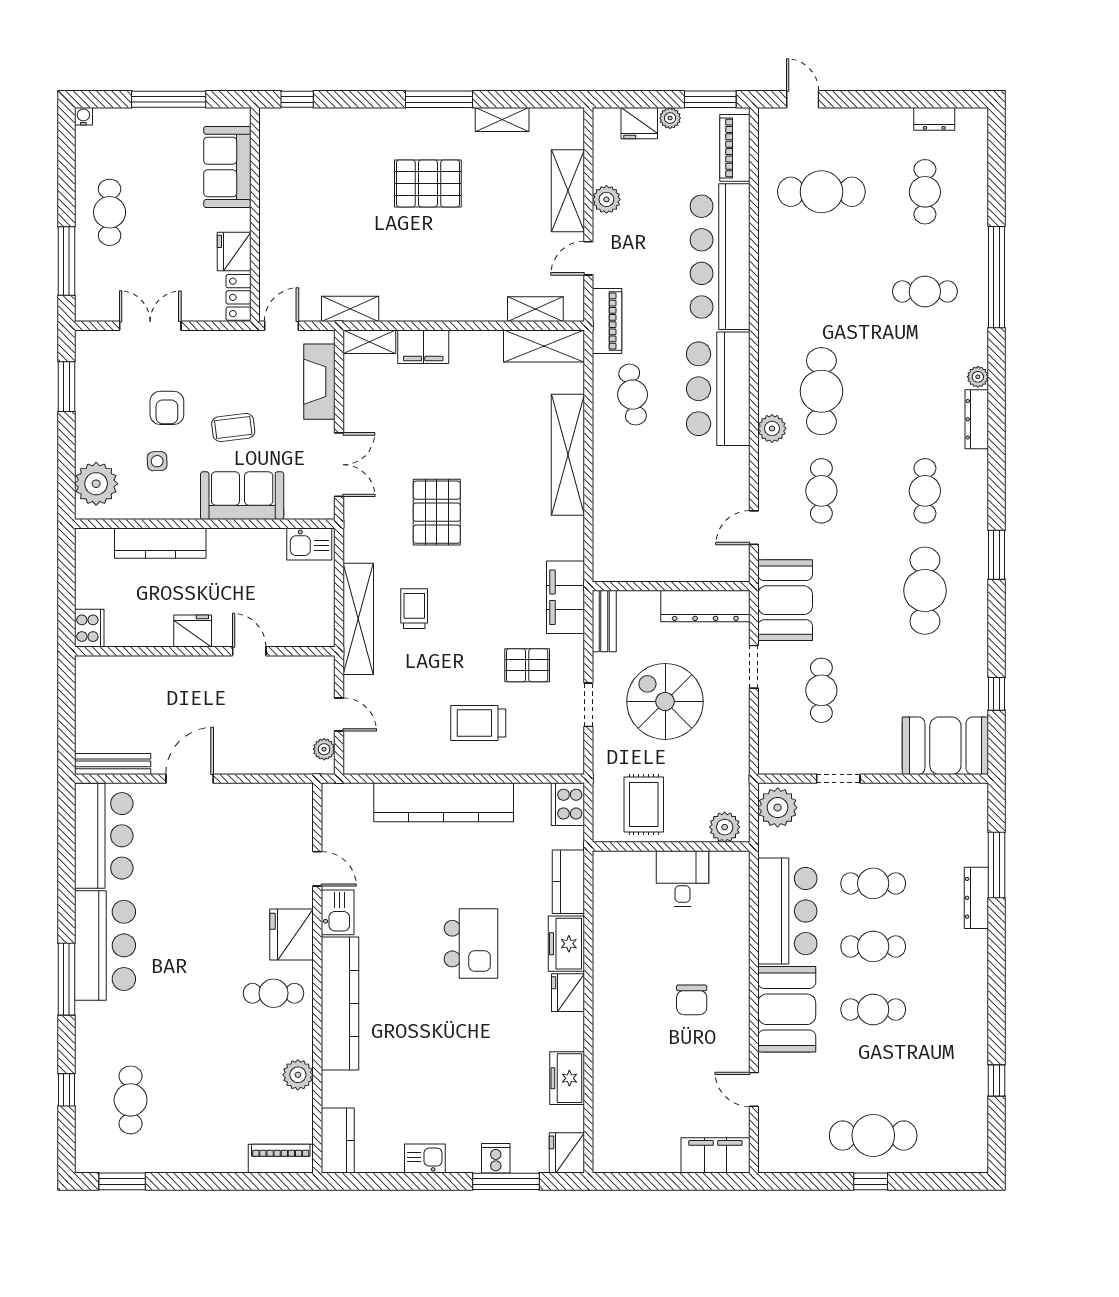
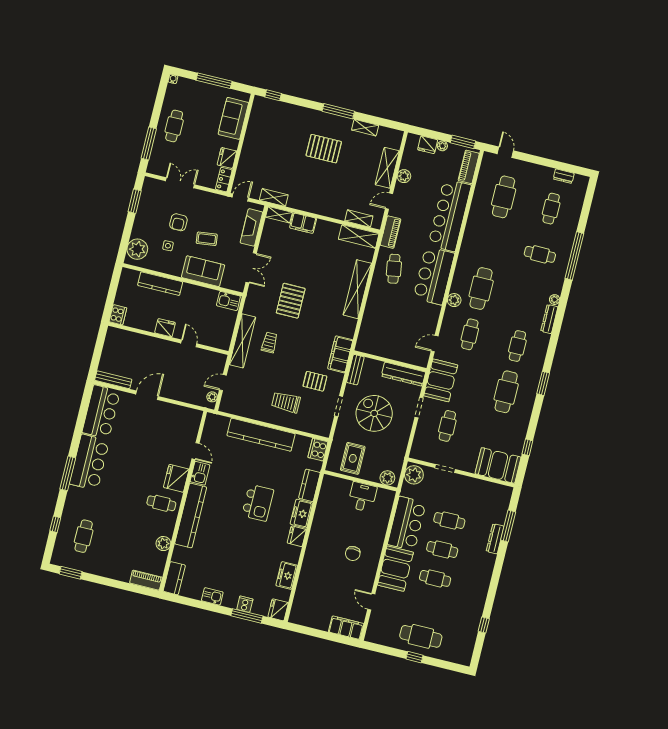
cafe table: (821, 192) -> (504, 197), turned 90
door: (339, 714) -> (223, 383), swing flipped

